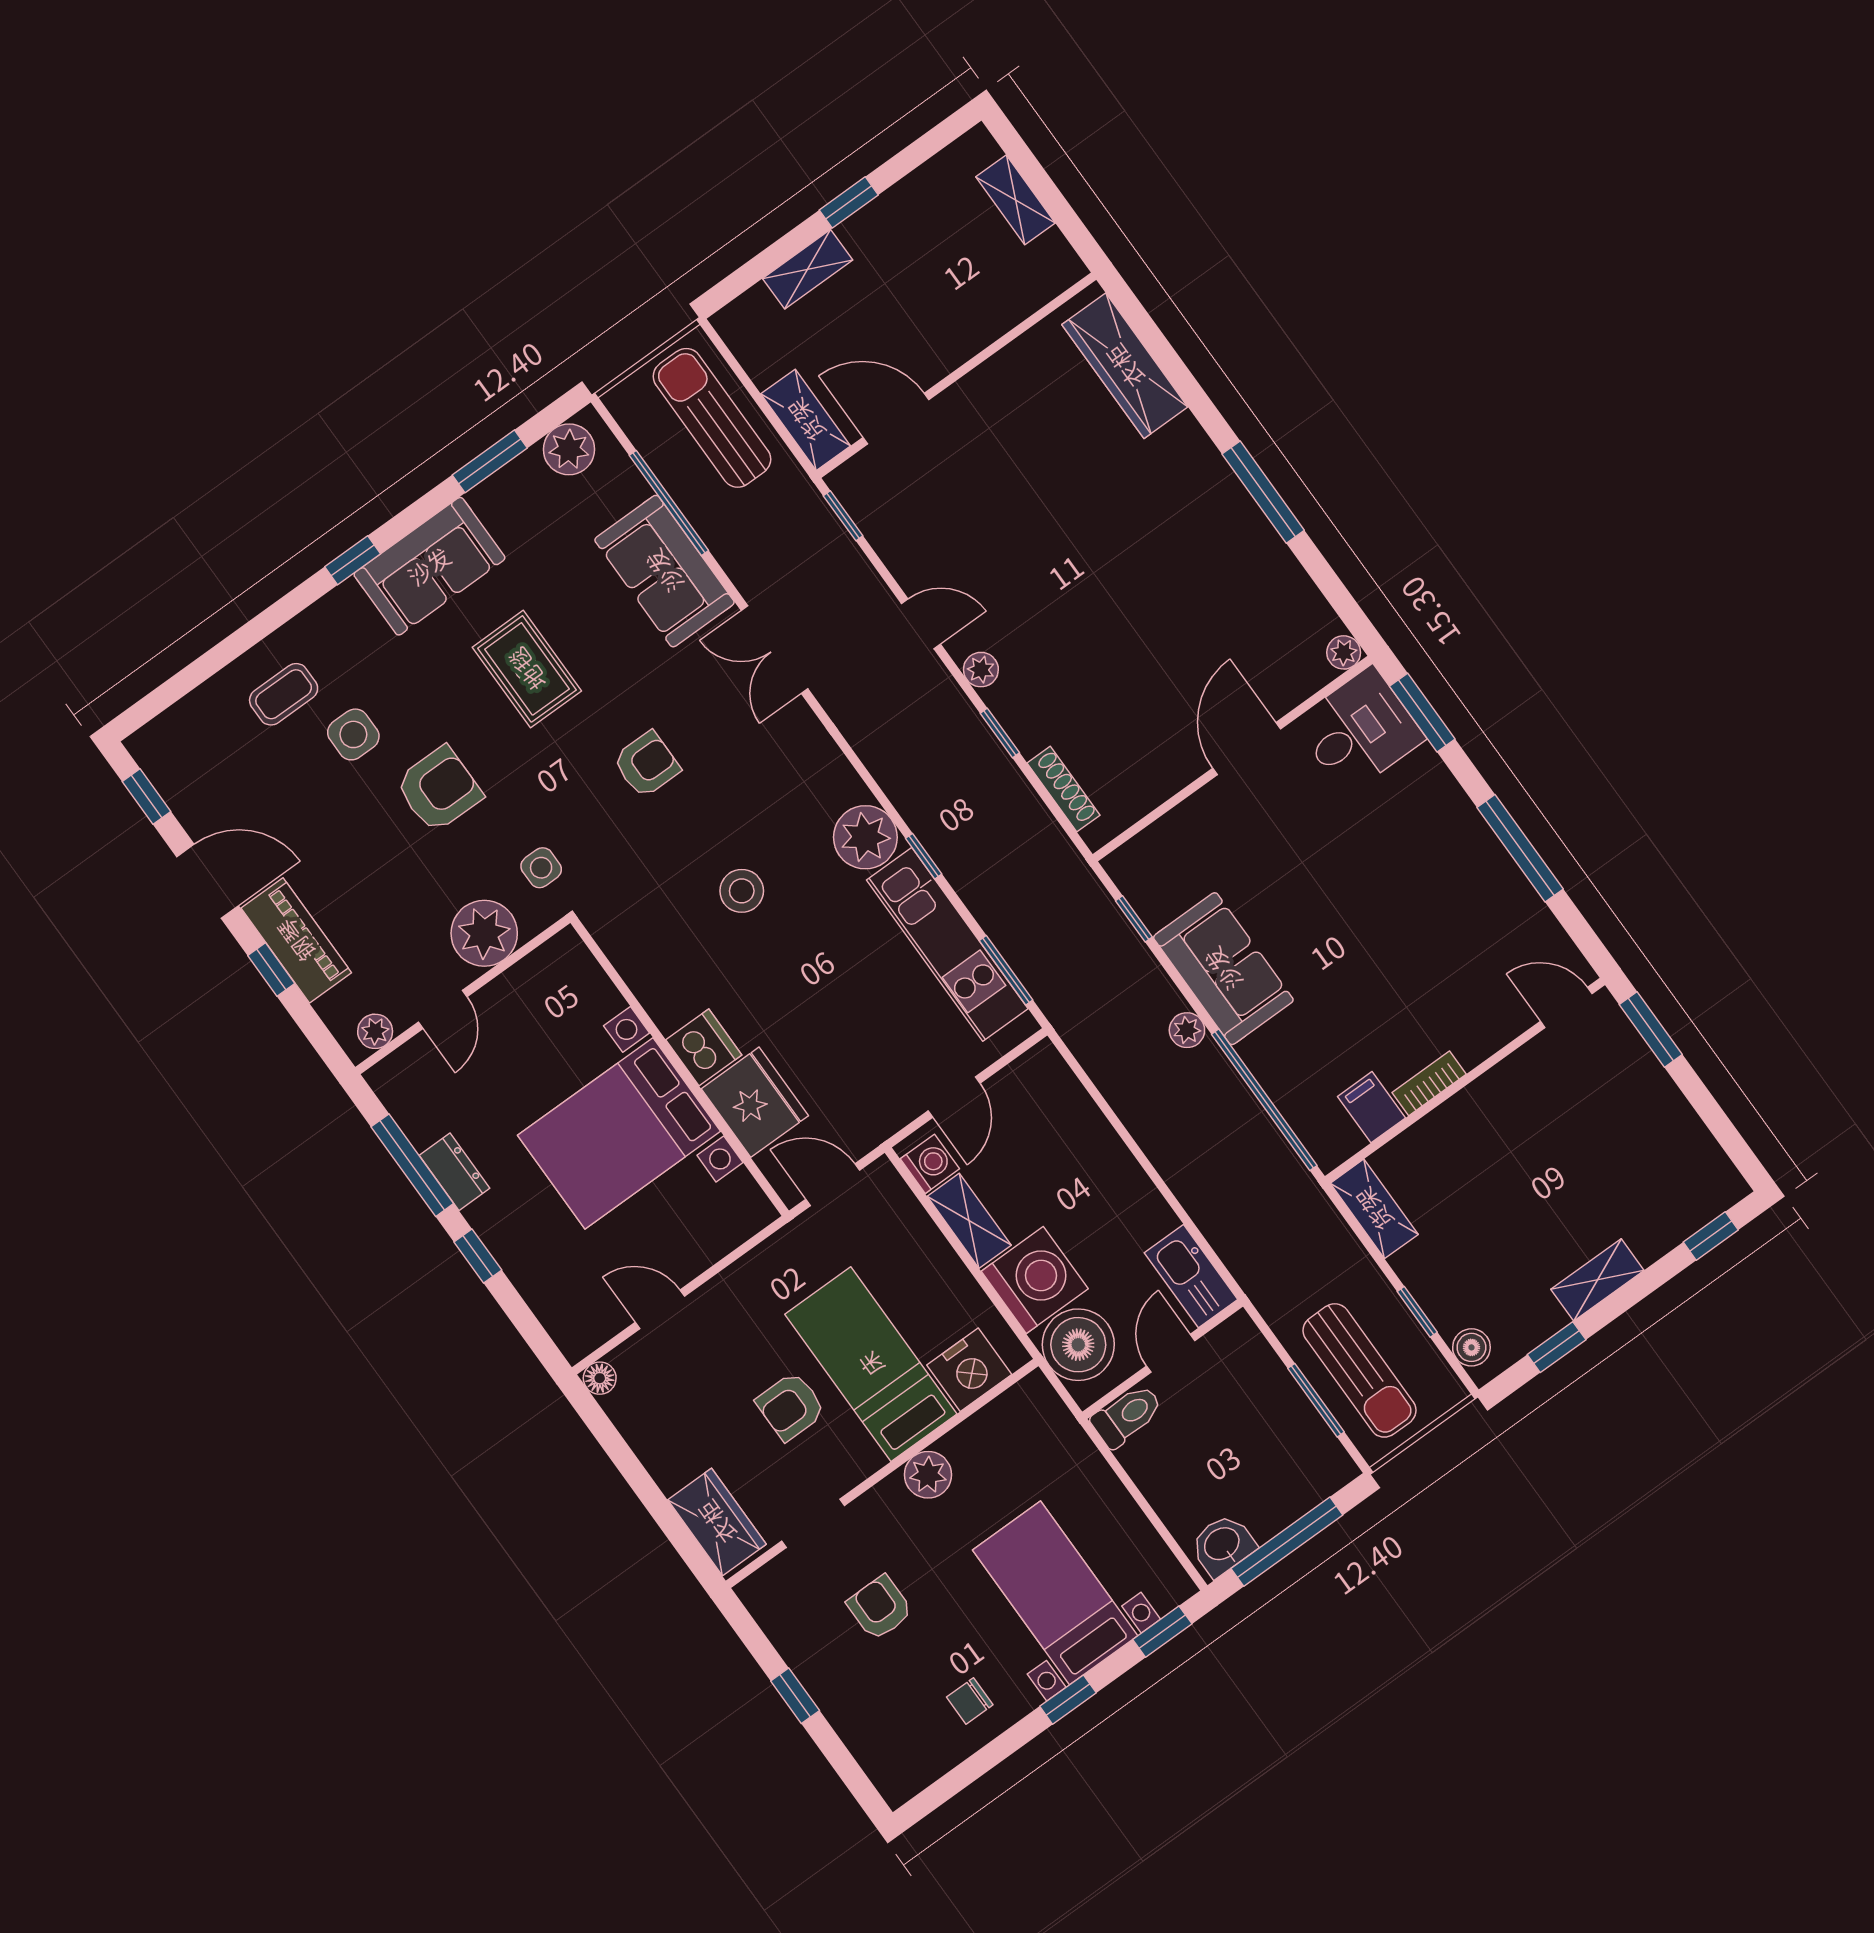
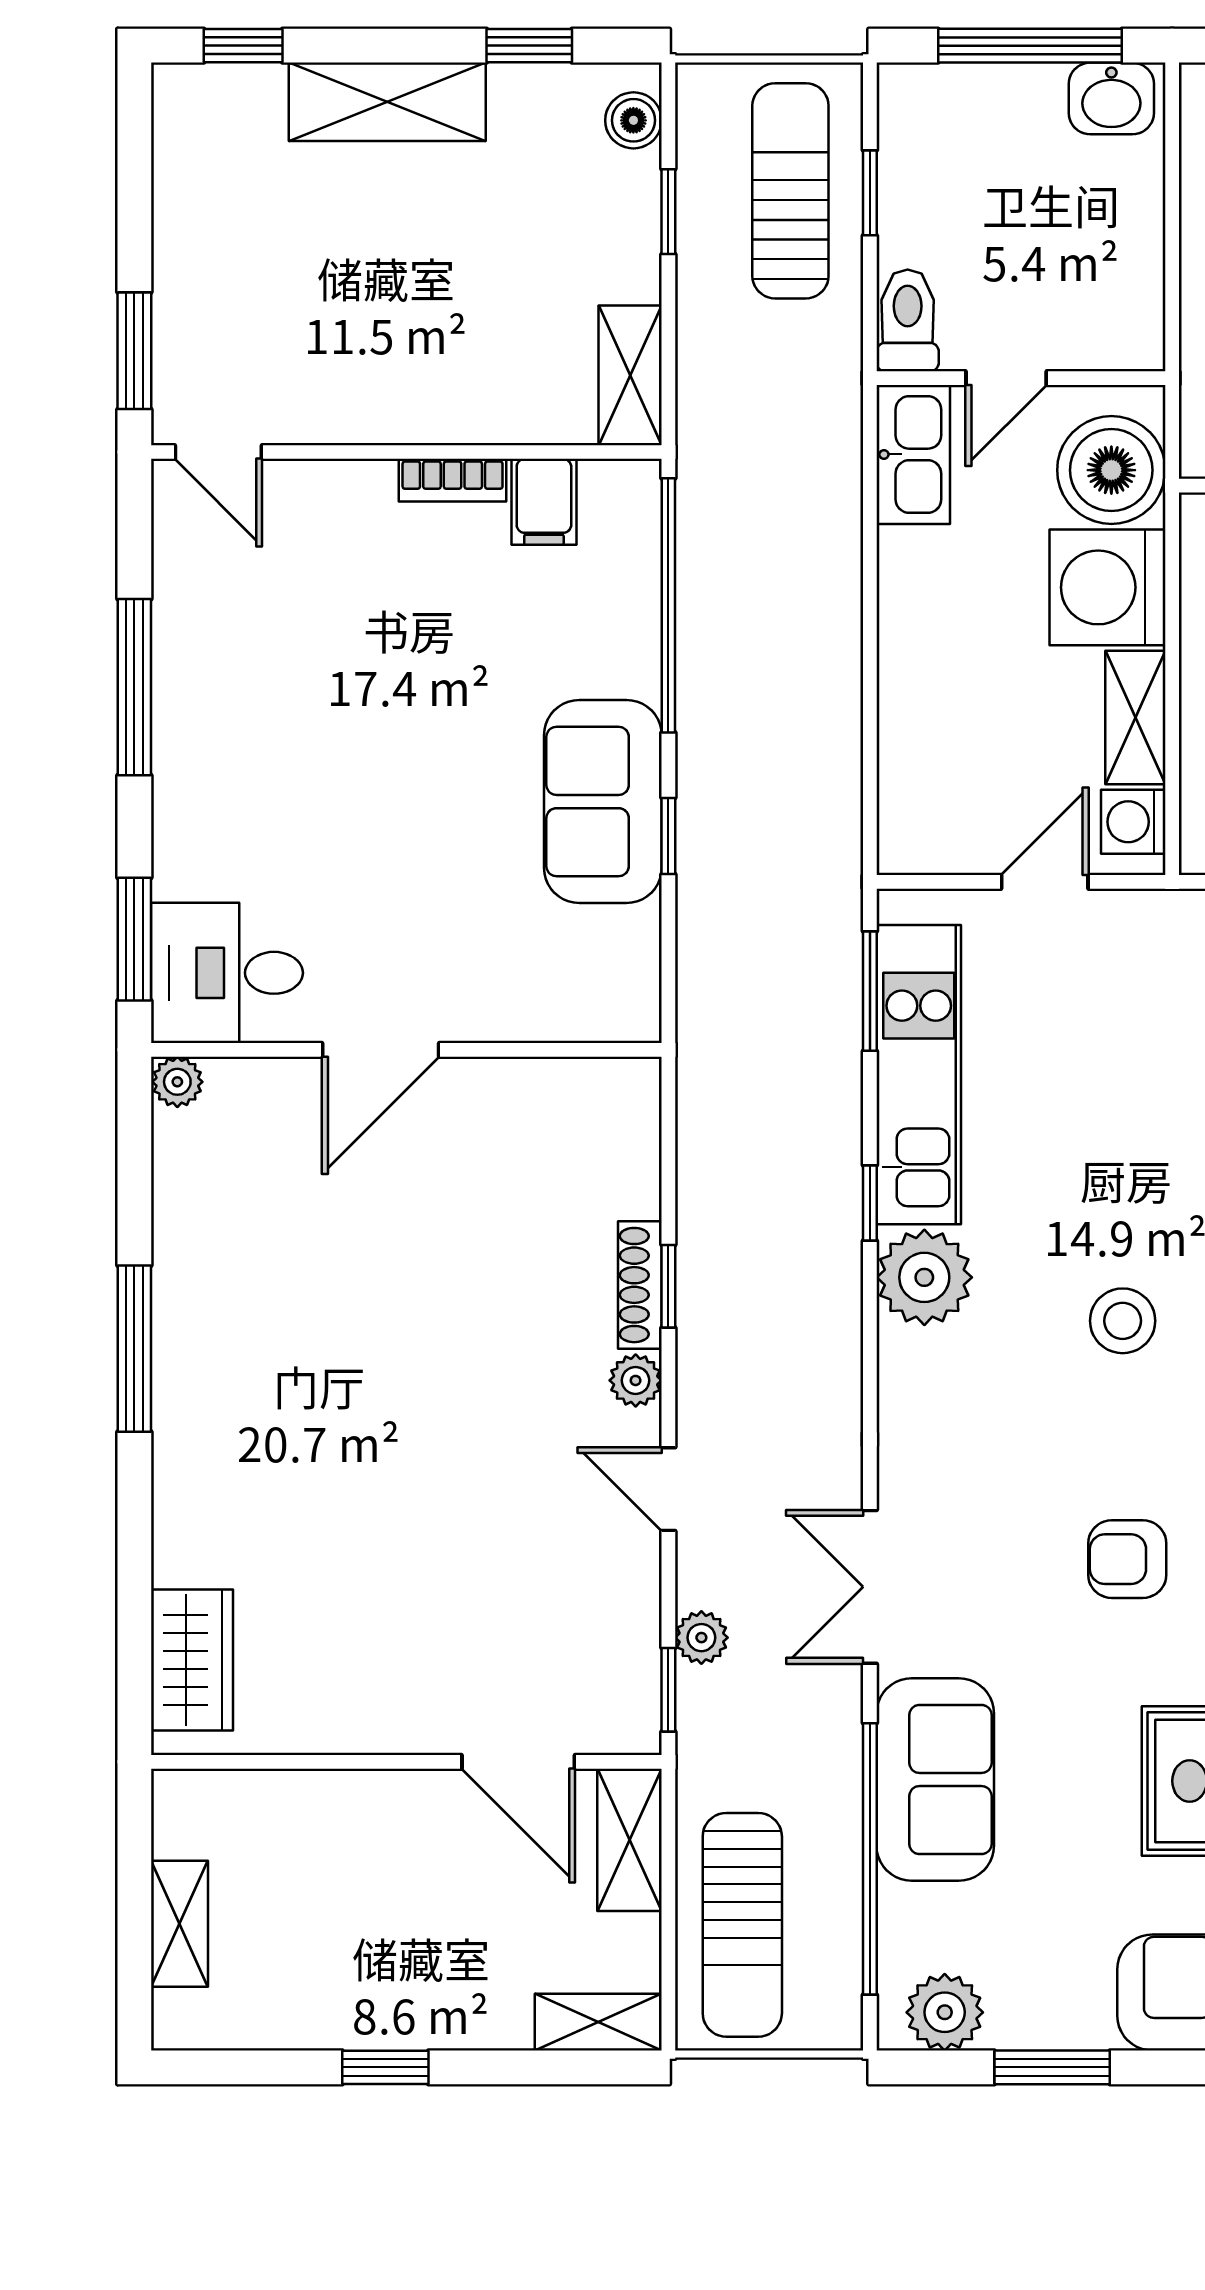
shelving: (808, 269) -> (598, 2022), moved
wardrobe: (1125, 366) -> (192, 1660), width x0.67
window: (669, 503) -> (870, 1859), width x1.46
double door: (775, 649) -> (870, 1587), swing flipped
shoe rack: (1063, 789) -> (640, 1285), moved
window: (1134, 919) -> (668, 836), moved
plant: (1187, 1030) -> (701, 1638), moved
shelving: (1597, 1280) -> (387, 102), width x1.50, depth x1.33
window: (1316, 1400) -> (870, 193), width x0.67
toilet: (1127, 1416) -> (908, 320), moved, turned 90

